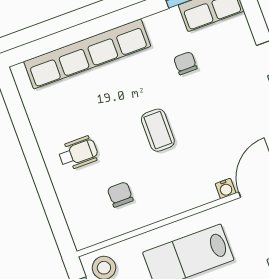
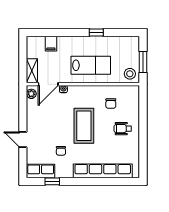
coffee table: (158, 130) -> (84, 126), width x1.86, depth x1.72

